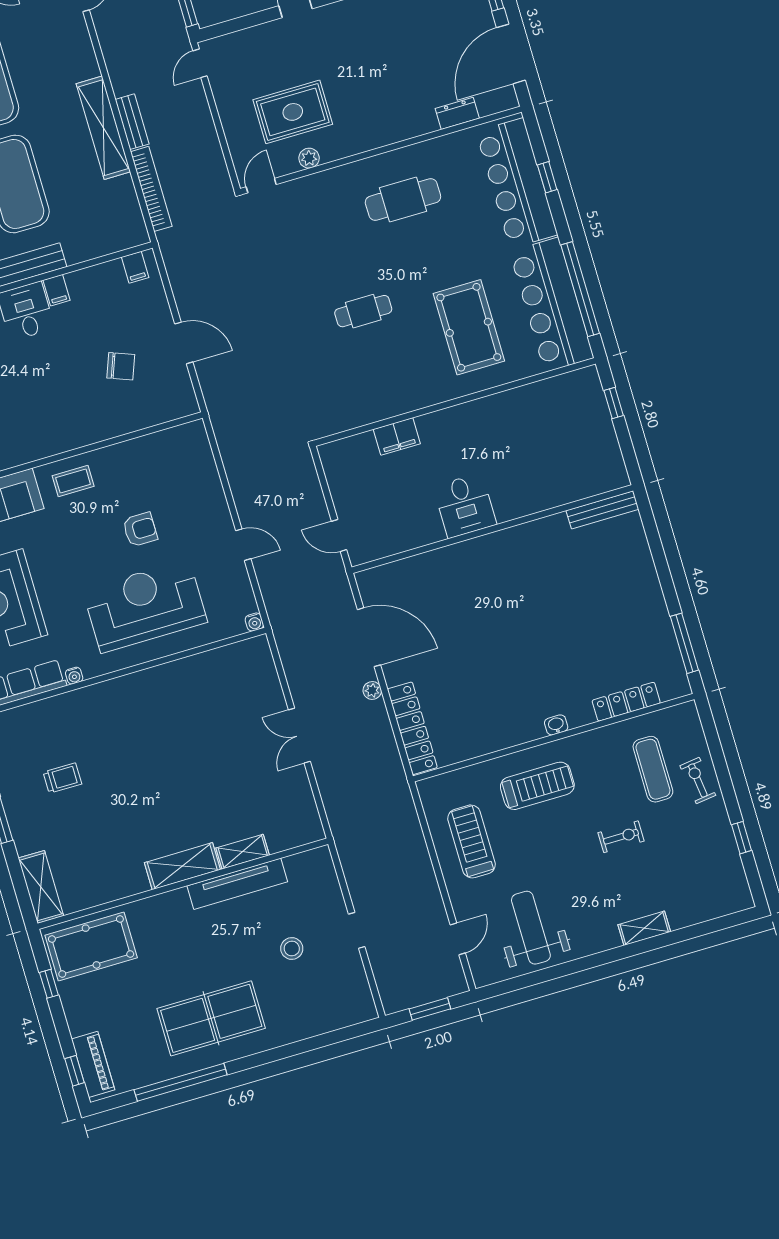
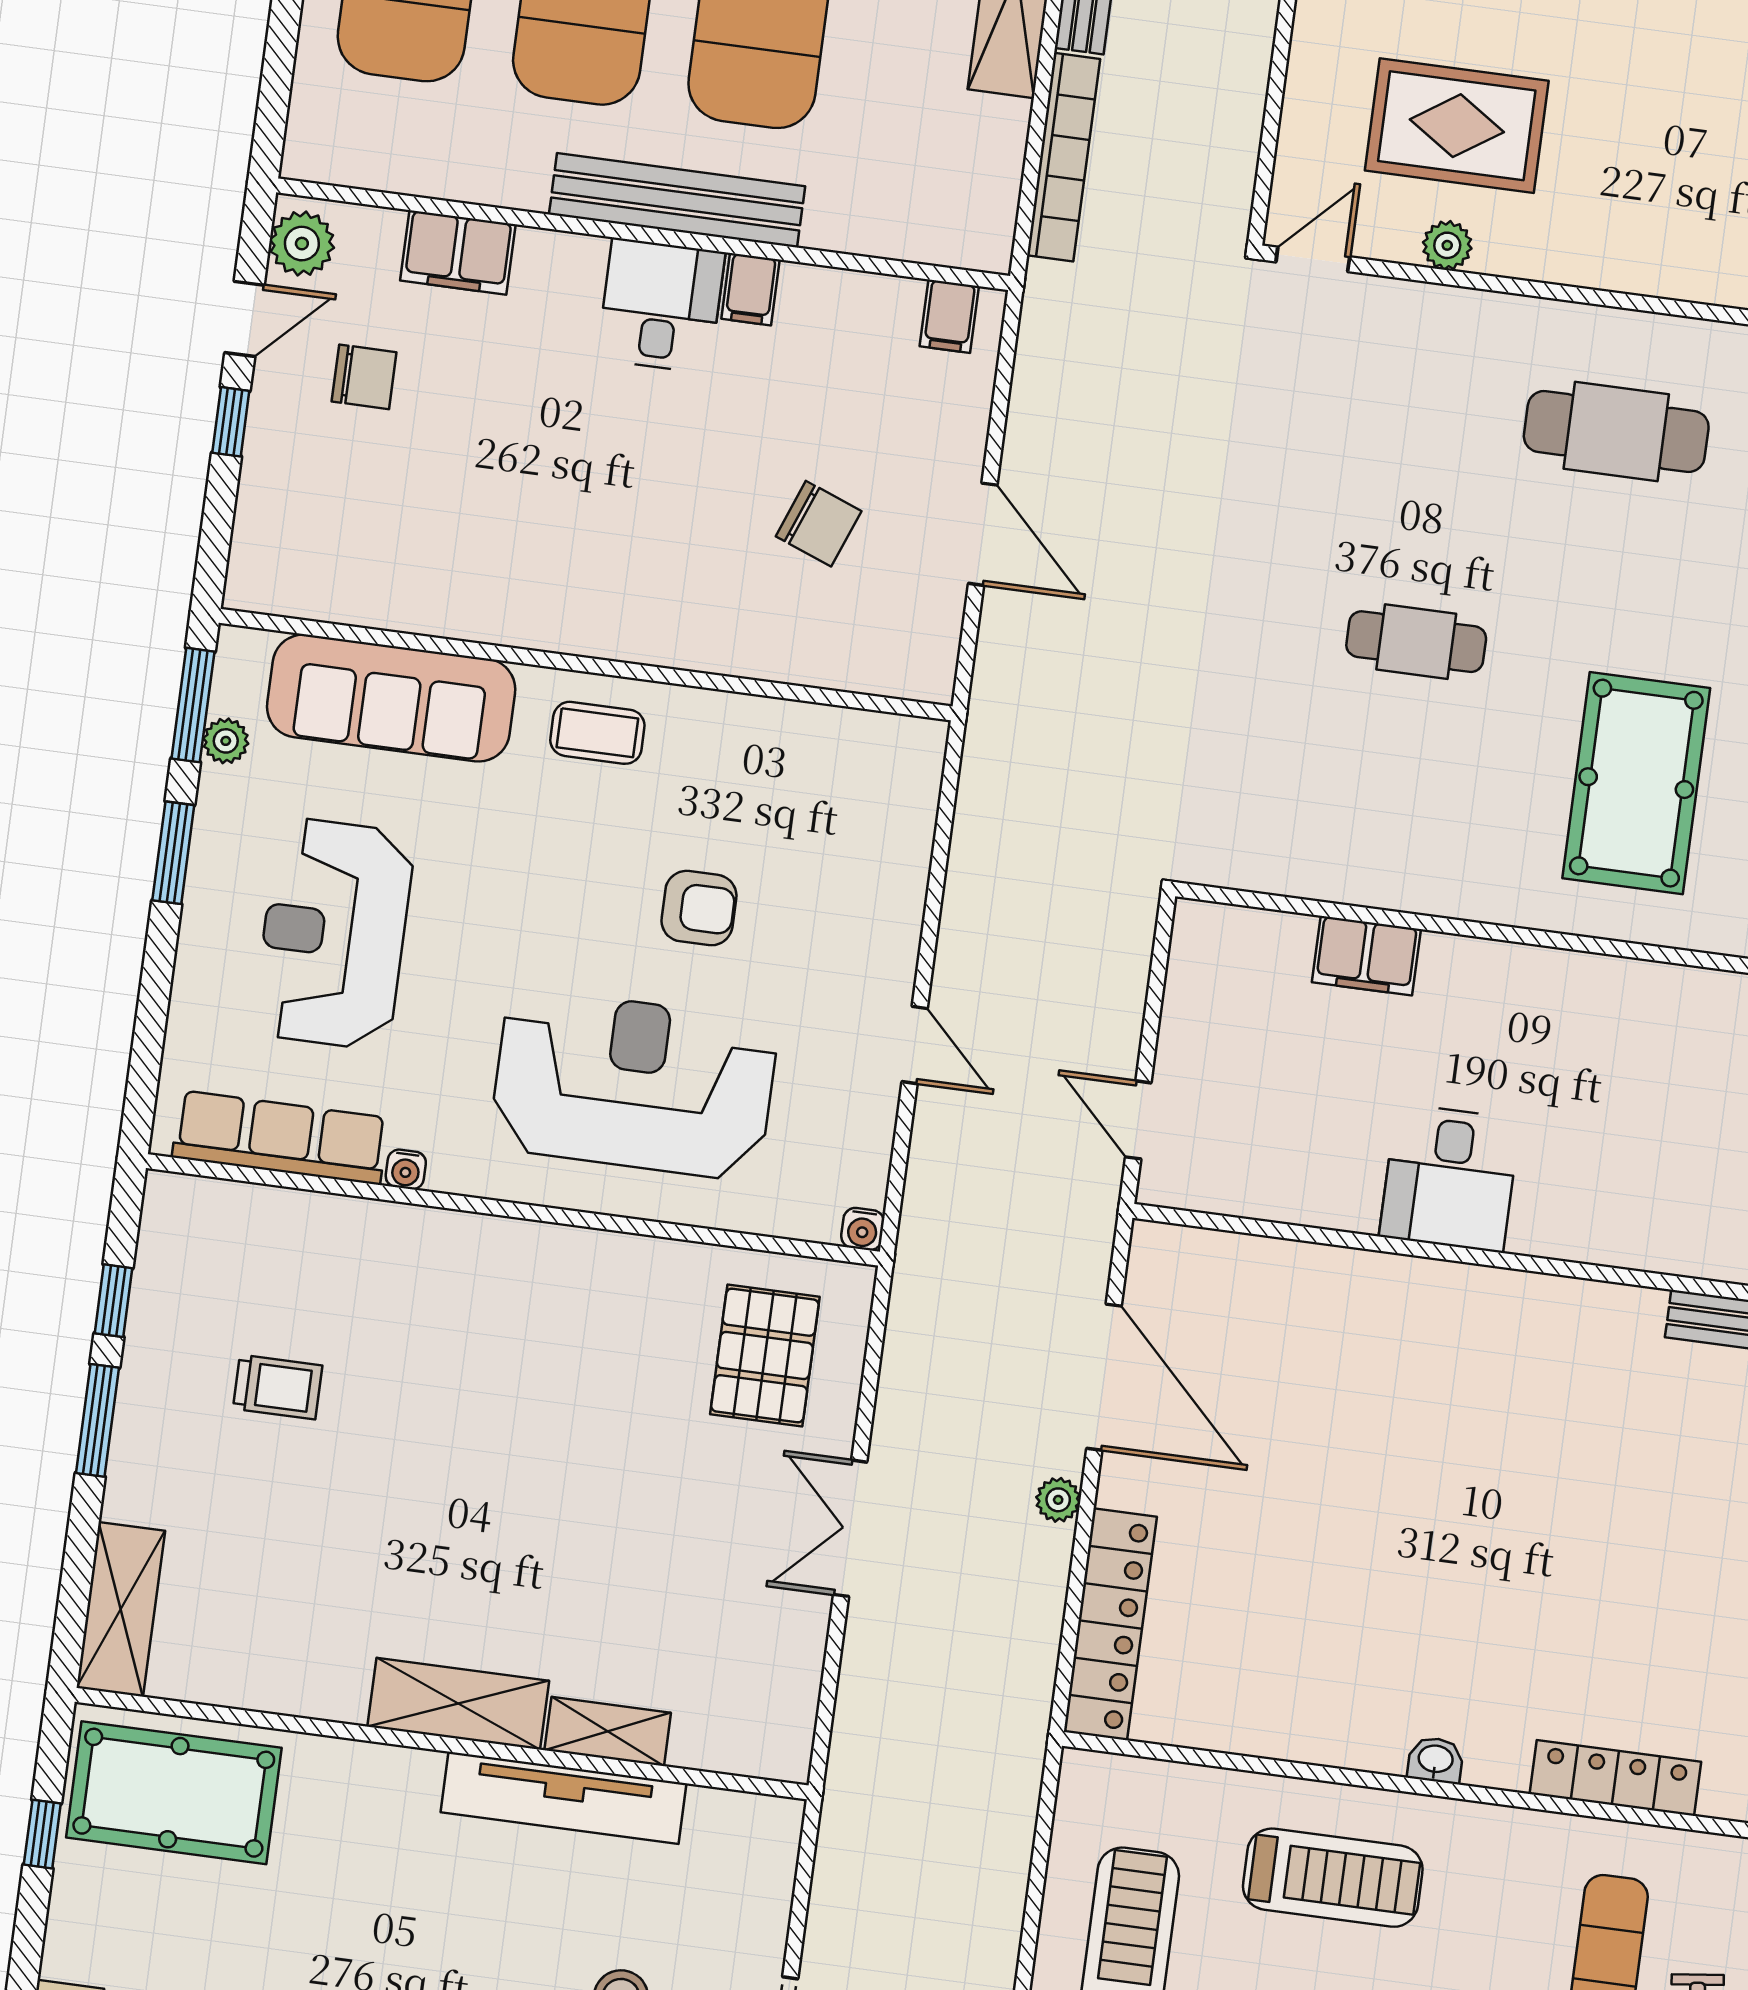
pallet: (239, 685) -> (765, 1355), added

